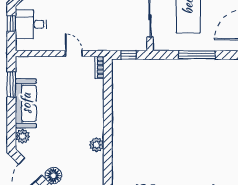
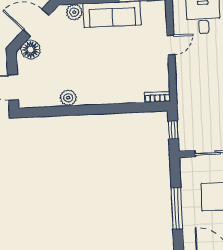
door: (74, 54) -> (171, 45), moved

